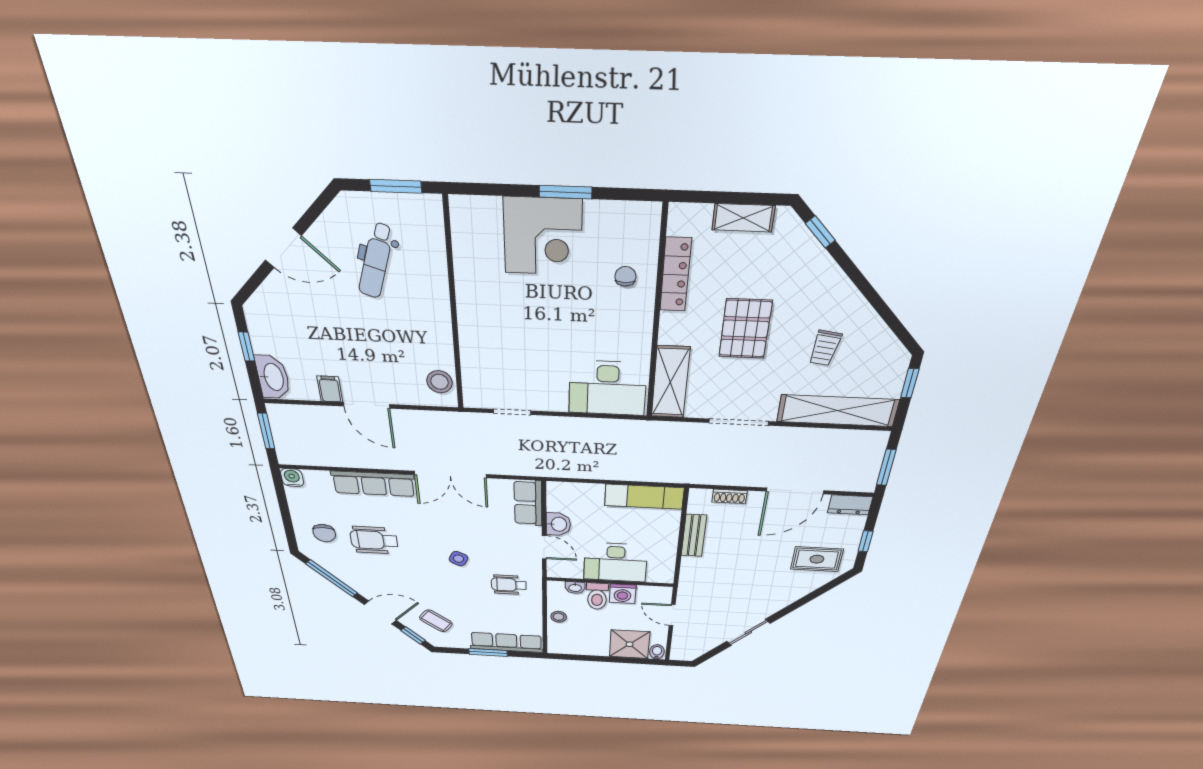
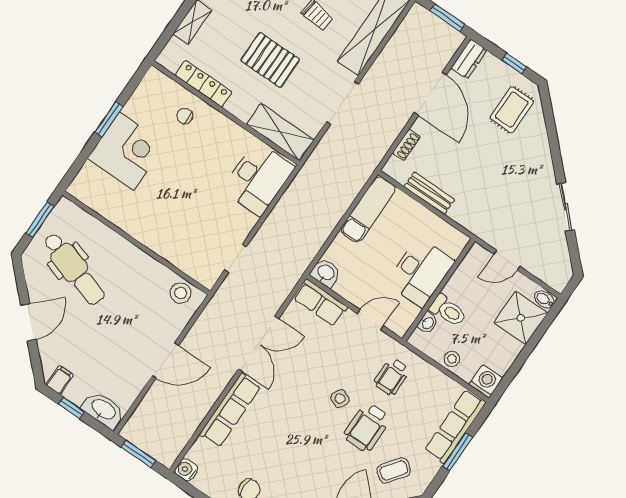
dental chair: (376, 261) -> (74, 269), width x1.36, depth x1.38
filing cabinet: (330, 389) -> (60, 380), moved, turned 90
washbasin: (558, 524) -> (326, 273), moved
wheelchair: (374, 540) -> (367, 427), moved
washing machine: (623, 594) -> (486, 381), moved, turned -90

